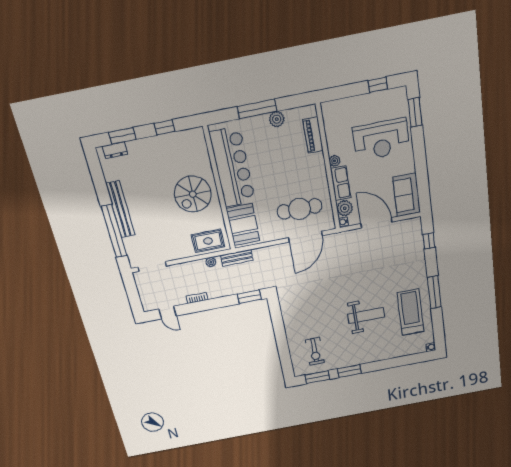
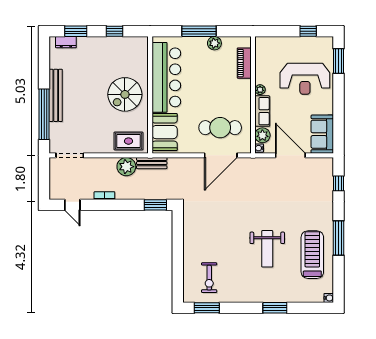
plant: (211, 262) -> (126, 167), width x1.87, depth x1.87
weight bench: (366, 315) -> (267, 249), turned 90
window: (349, 371) -> (275, 308), moved

